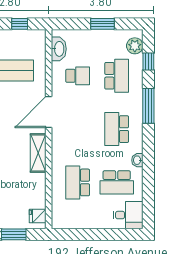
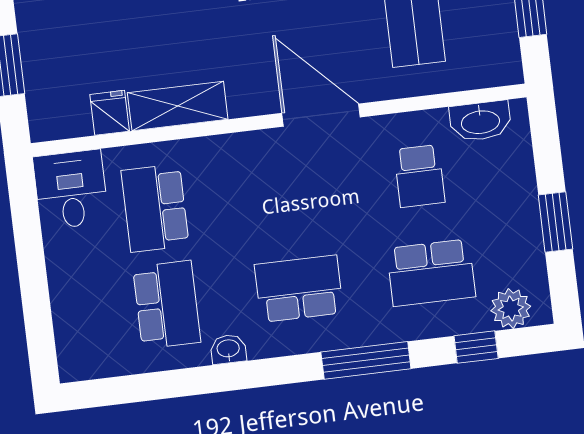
shelving: (38, 153) -> (178, 106), moved
school desk: (78, 182) -> (155, 208), turned -90
school desk: (117, 182) -> (167, 305), turned 180
desk: (128, 215) -> (71, 190), moved, turned 180
fridge: (38, 216) -> (110, 113), moved

